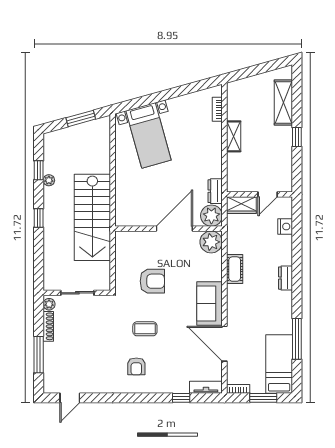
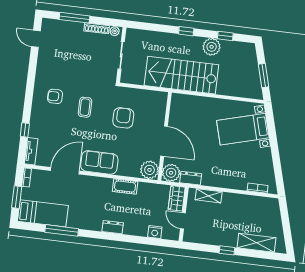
shelving: (234, 136) -> (209, 196), moved
plant: (49, 180) -> (212, 47), width x1.88, depth x1.88
armchair: (152, 281) -> (123, 118), turned 180

